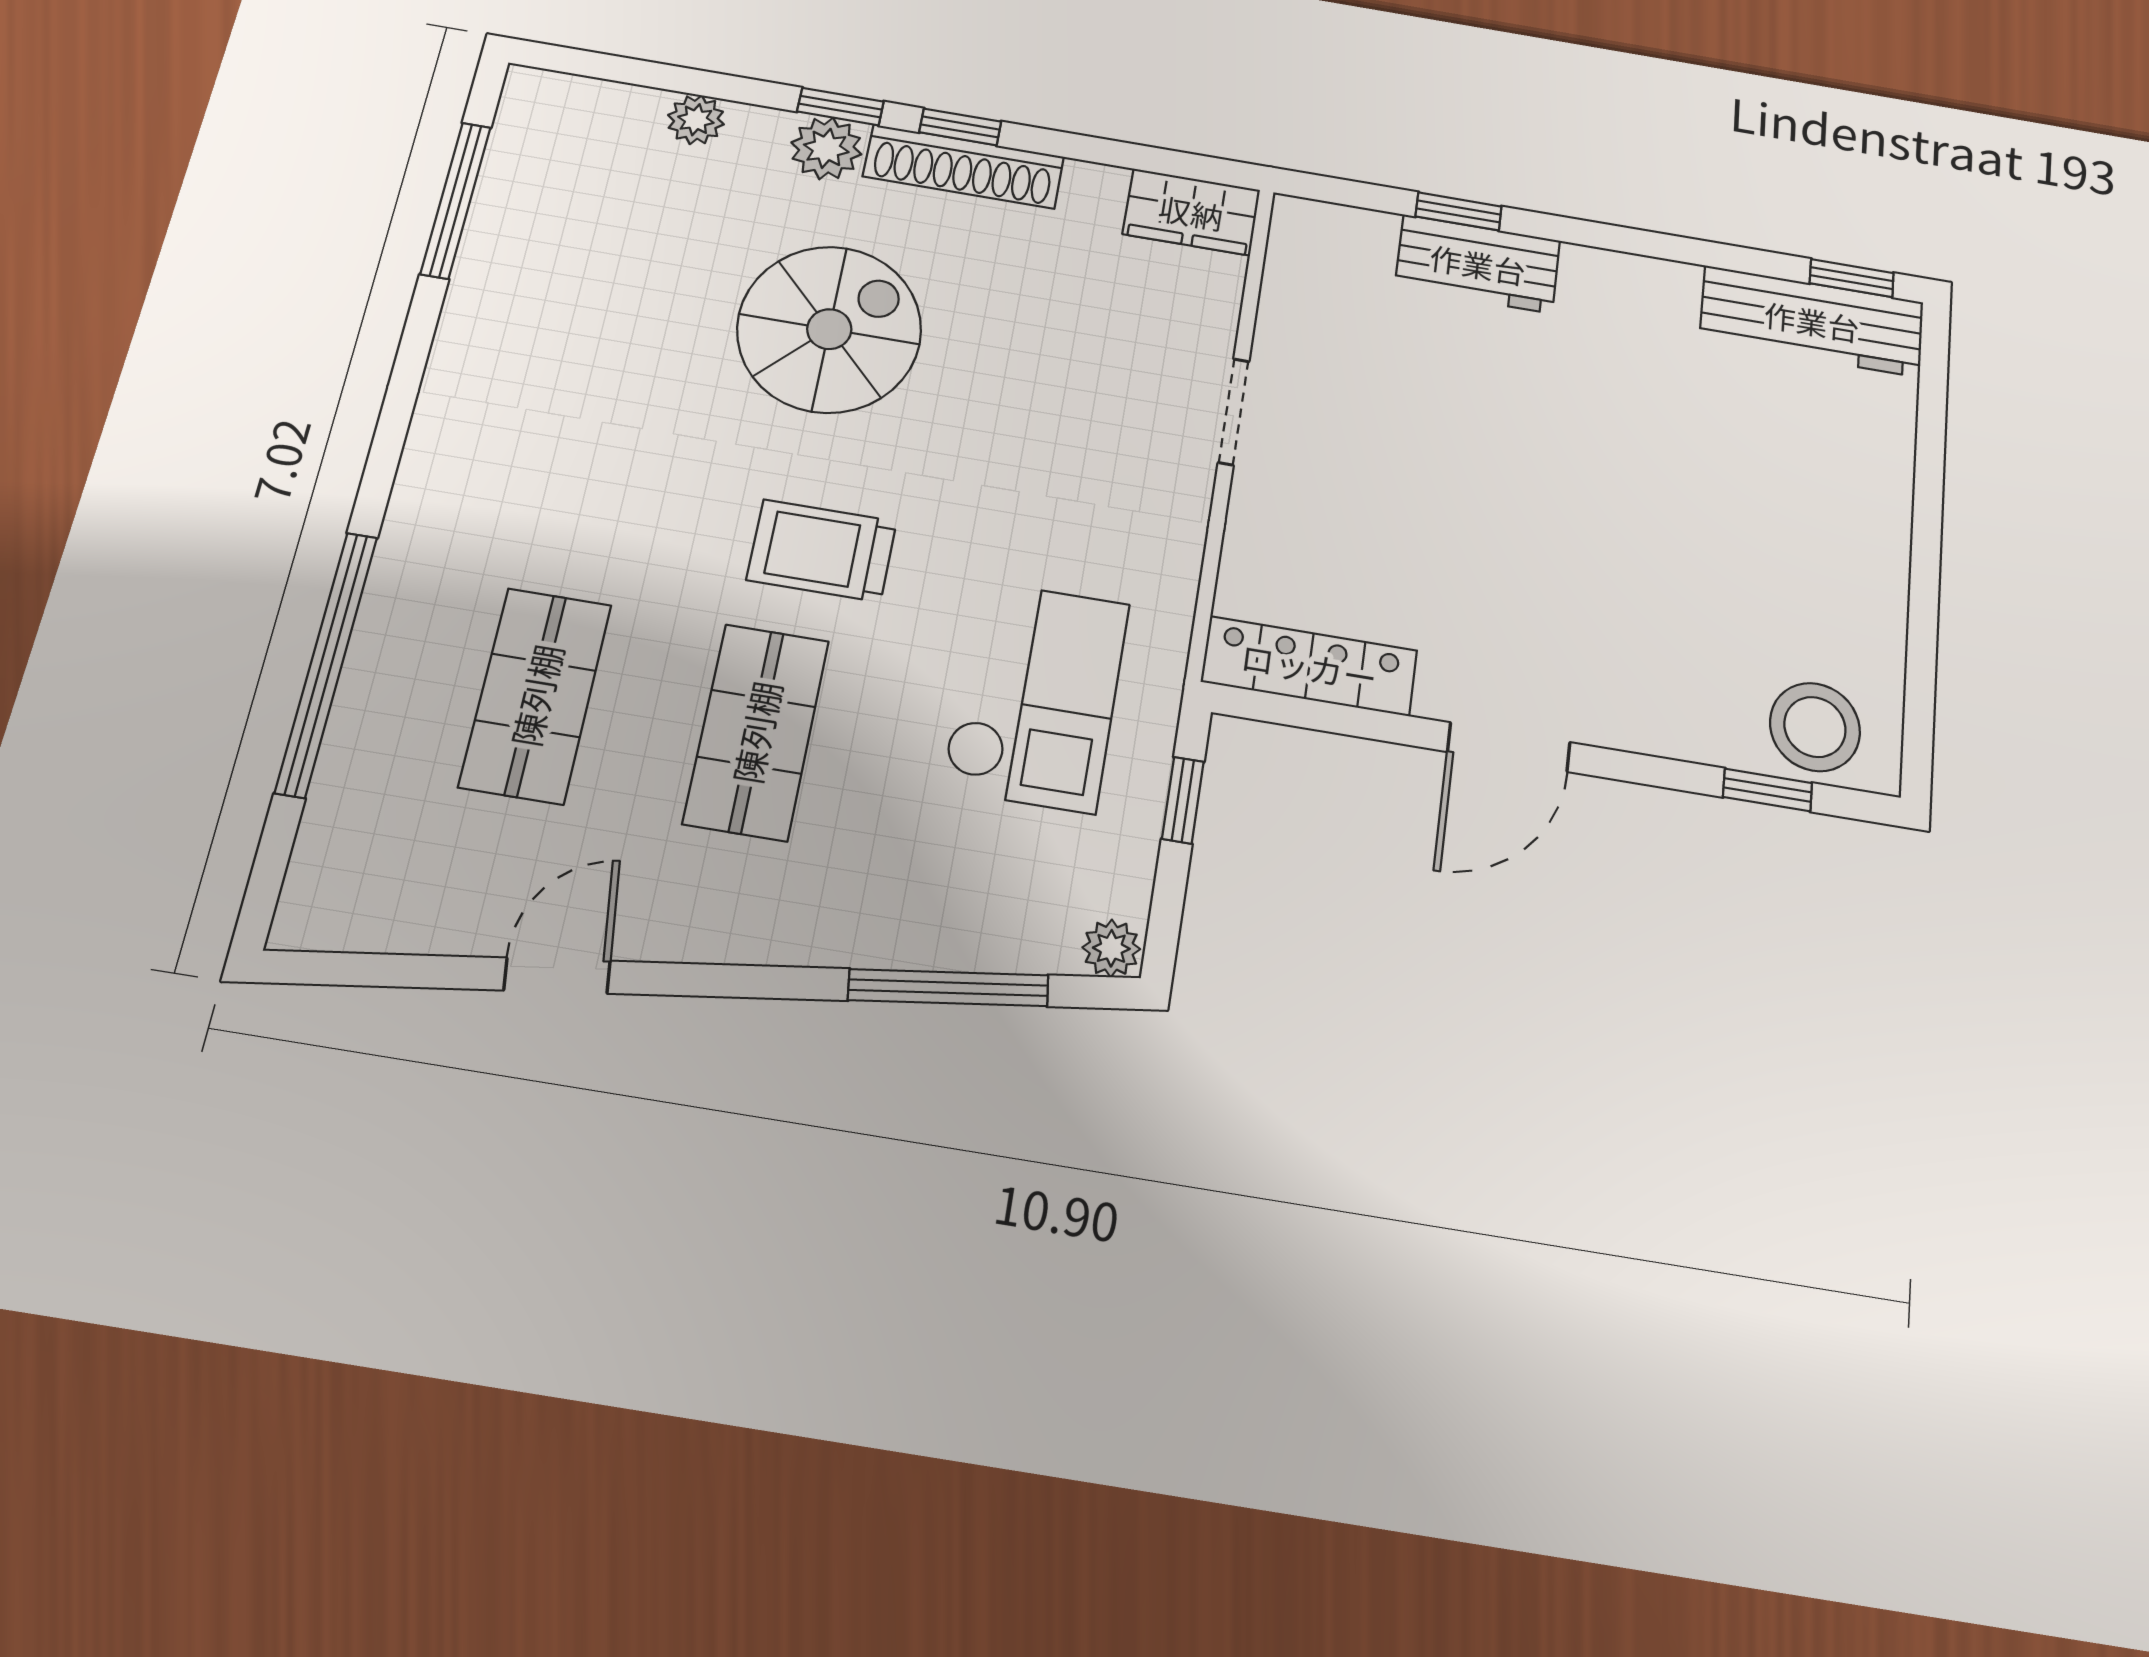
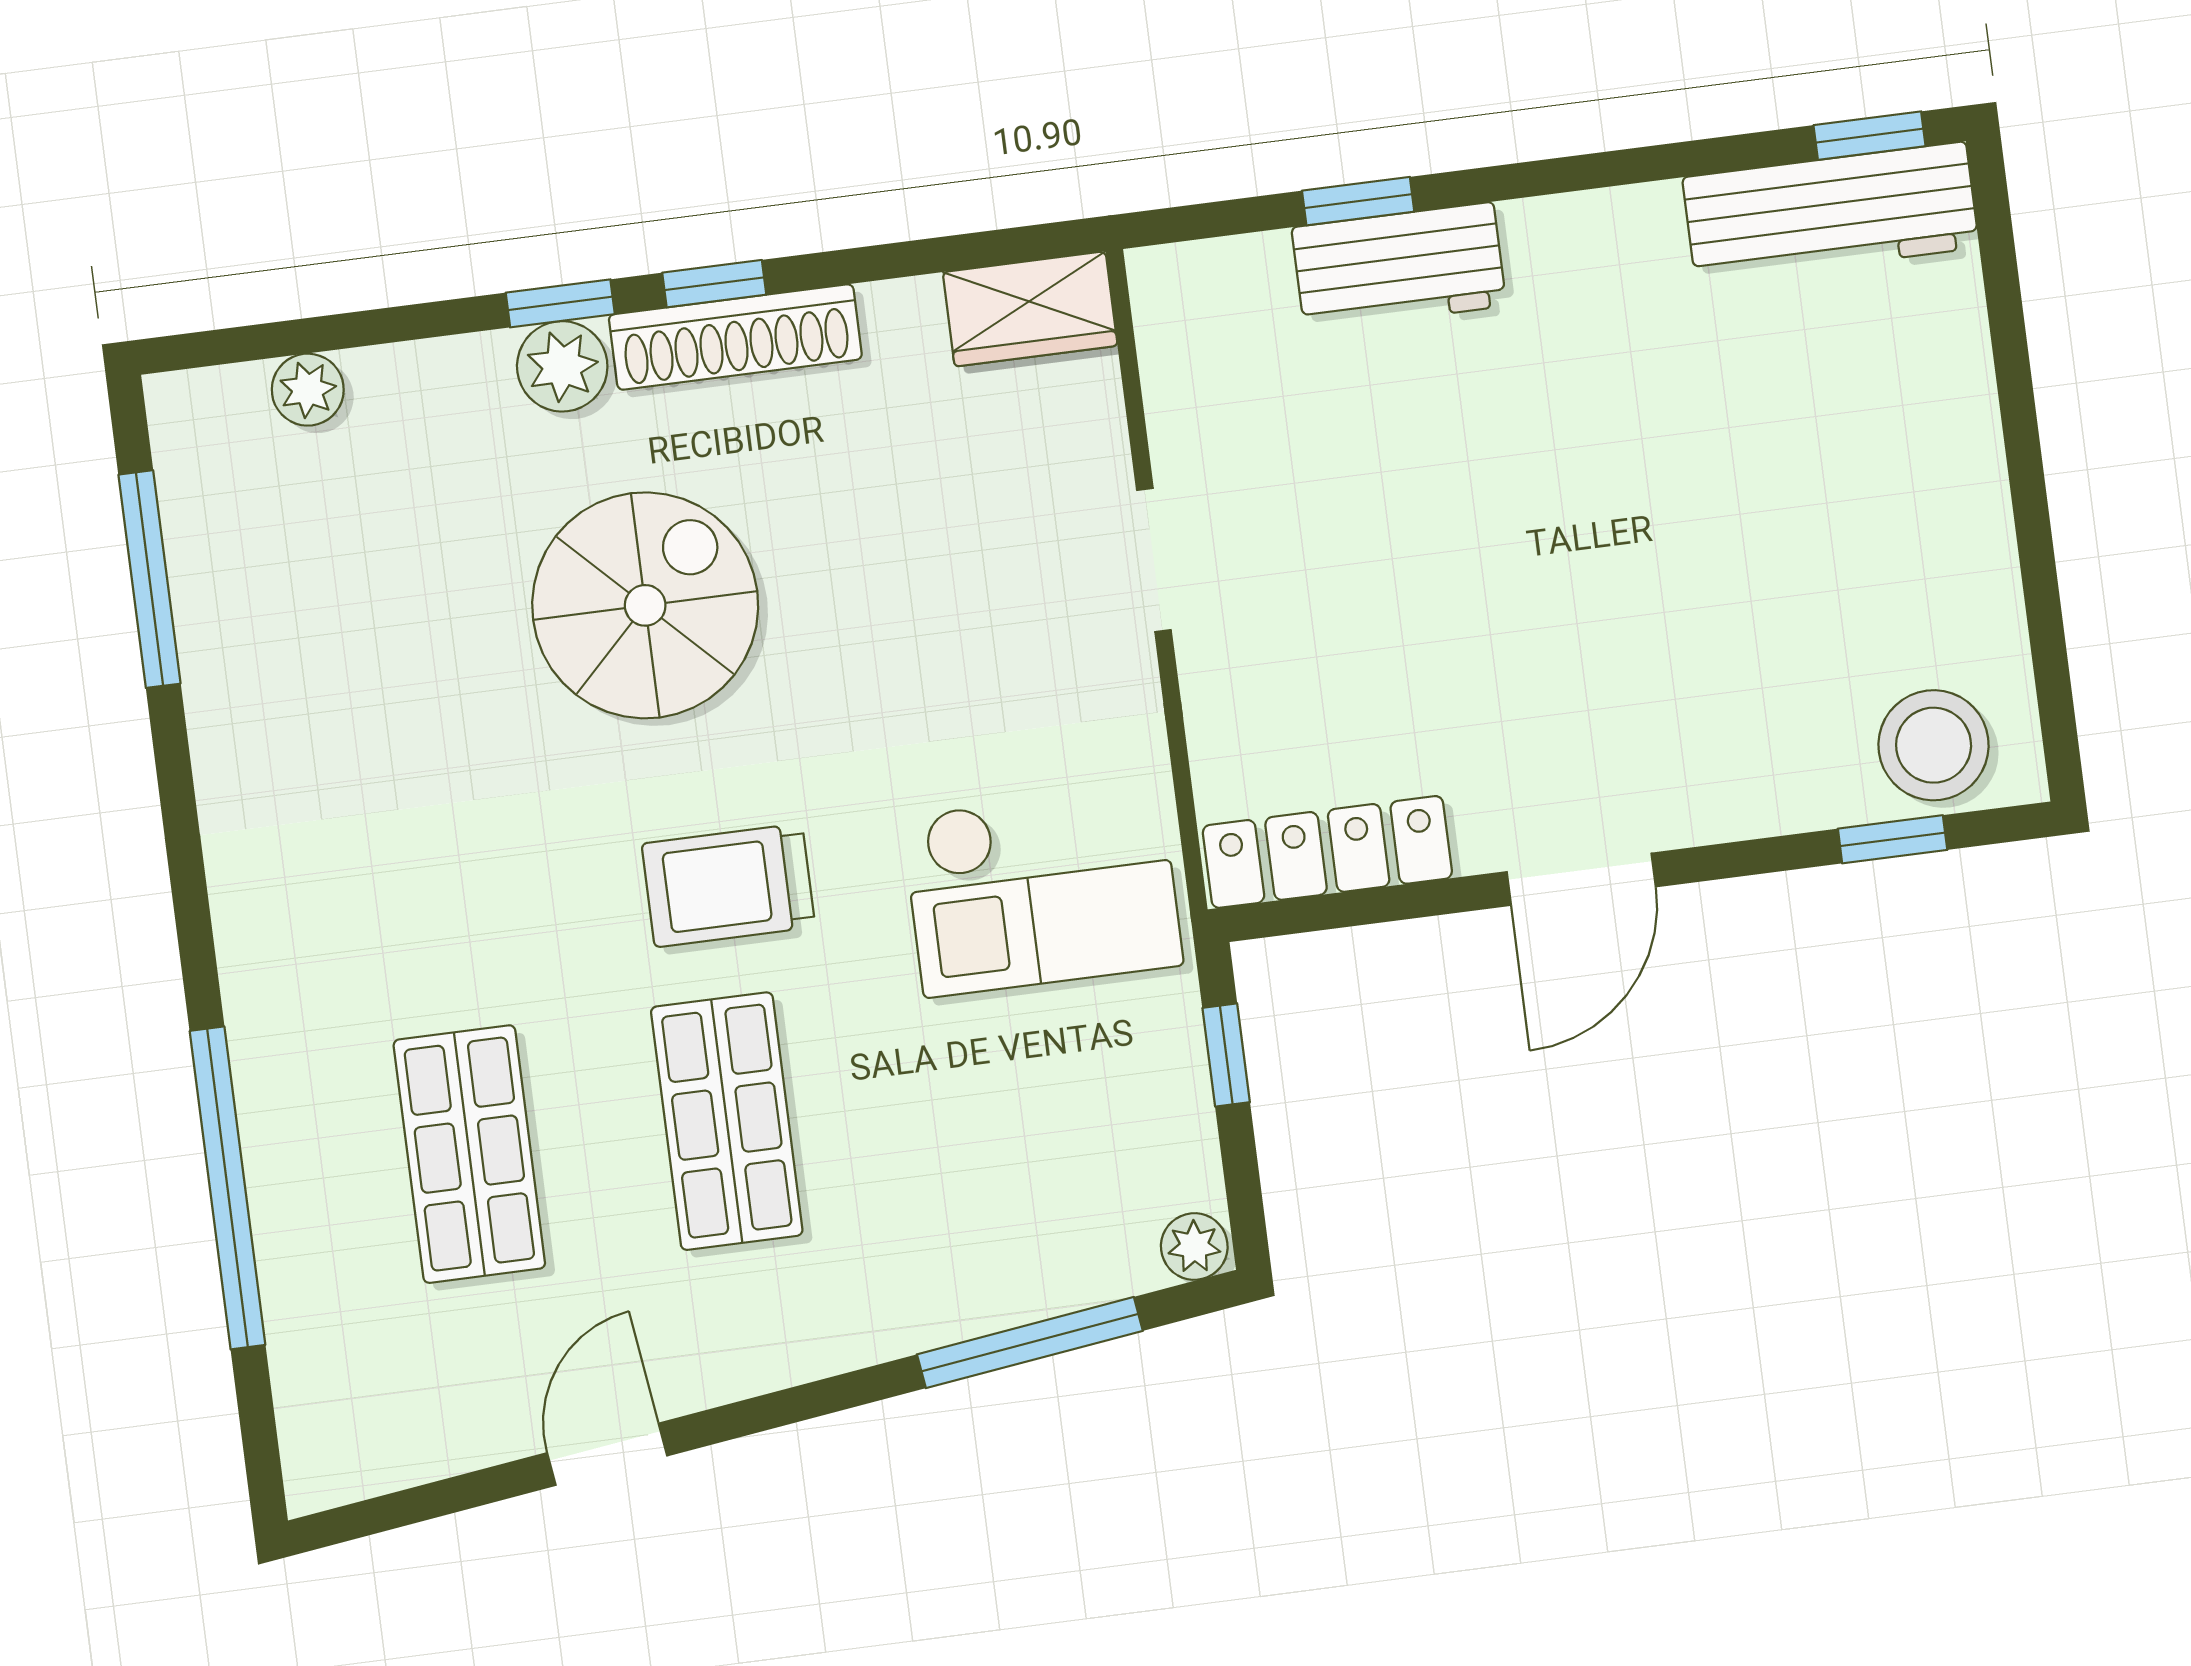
plant: (696, 120) -> (308, 390), moved
checkout: (1036, 696) -> (1042, 891), moved, turned 90

